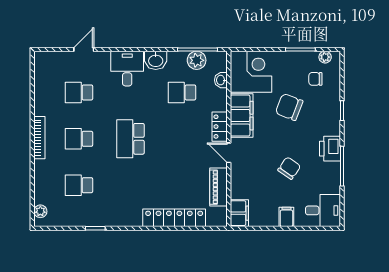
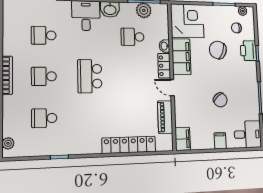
washbasin: (221, 80) -> (164, 46), moved
printer: (330, 149) -> (248, 51), moved
chair: (289, 168) -> (220, 100), turned 105

